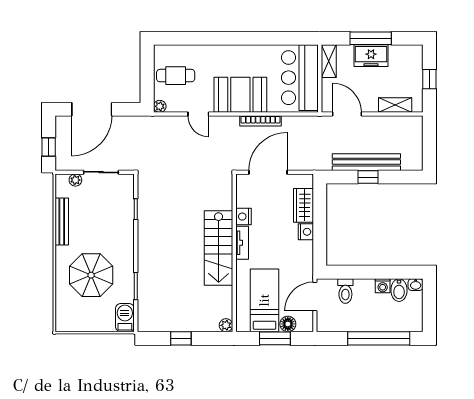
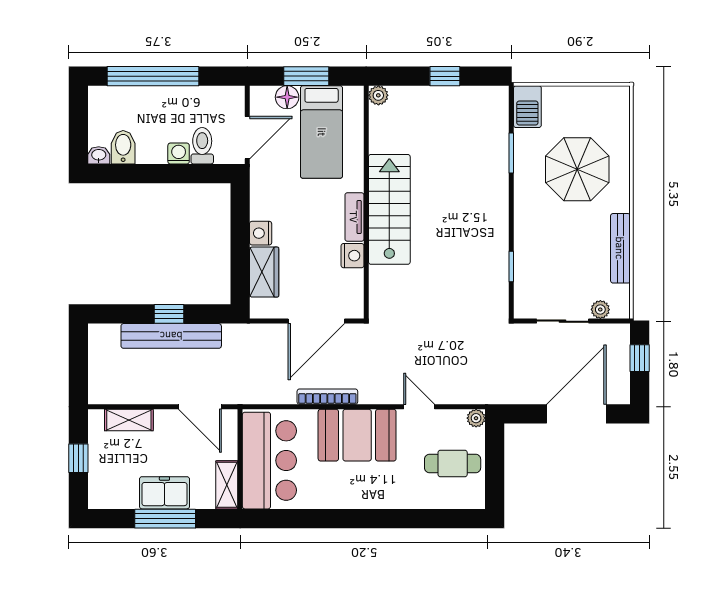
washing machine: (383, 286) -> (179, 154), moved

